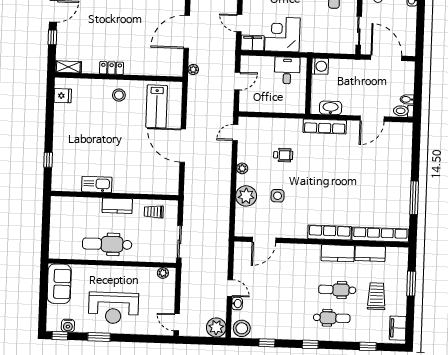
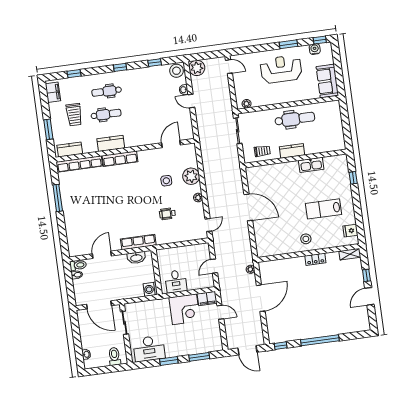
lab bench: (157, 106) -> (324, 209), moved, turned -90
kitchen counter: (370, 254) -> (70, 150), moved

